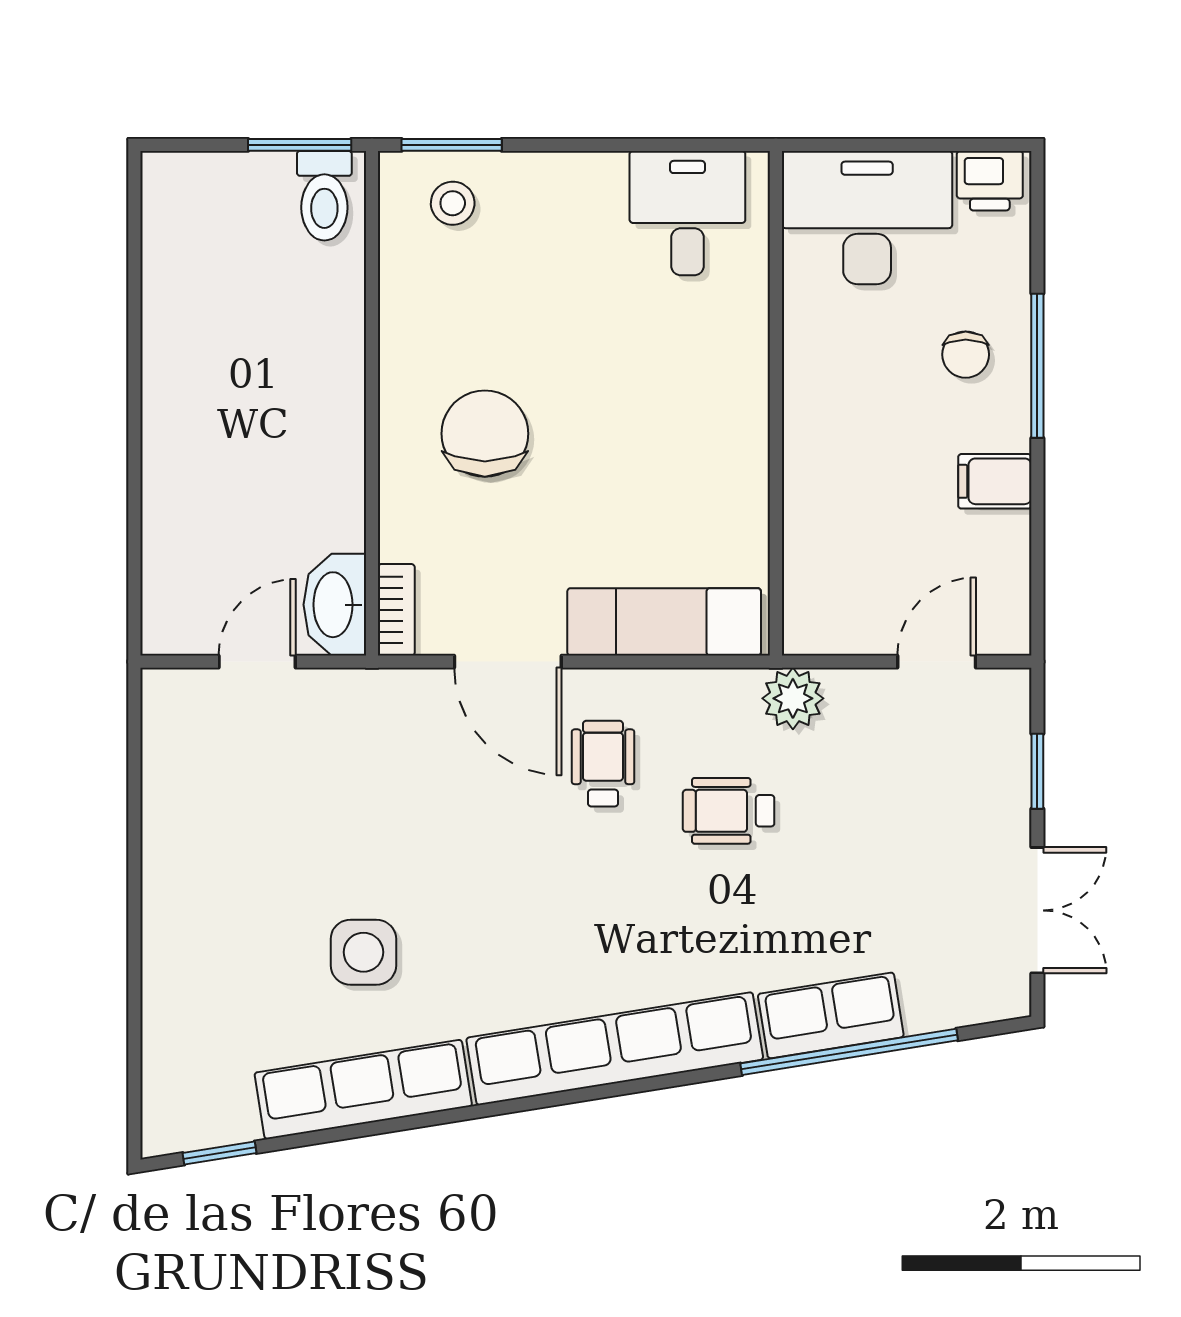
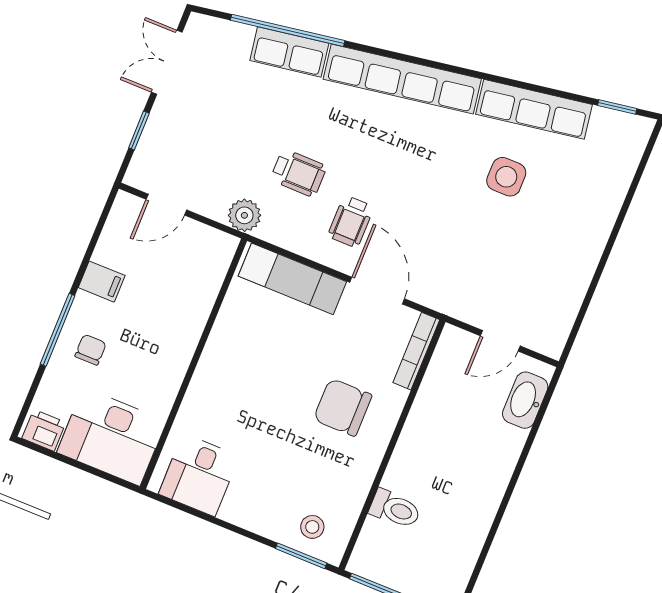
toilet: (324, 196) -> (395, 509), moved, turned 90
chair: (485, 434) -> (343, 407), turned 90
washbasin: (335, 605) -> (525, 400), moved, turned 180
bookcase: (396, 610) -> (416, 351), width x1.56

